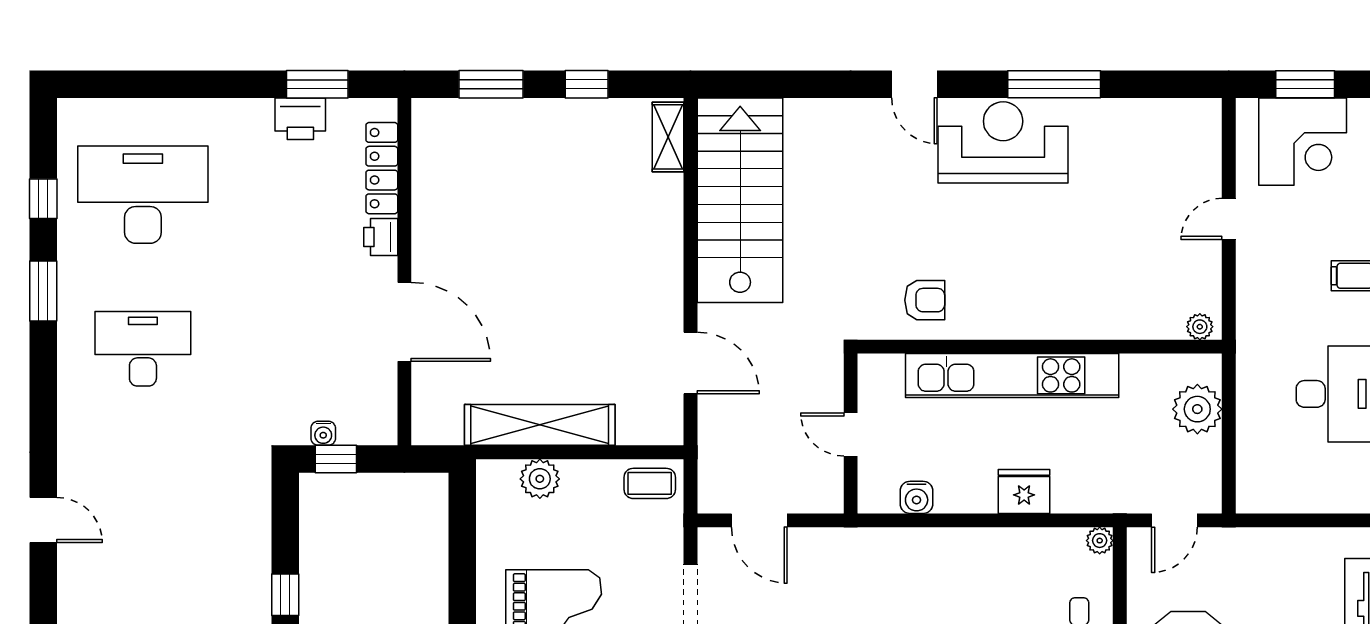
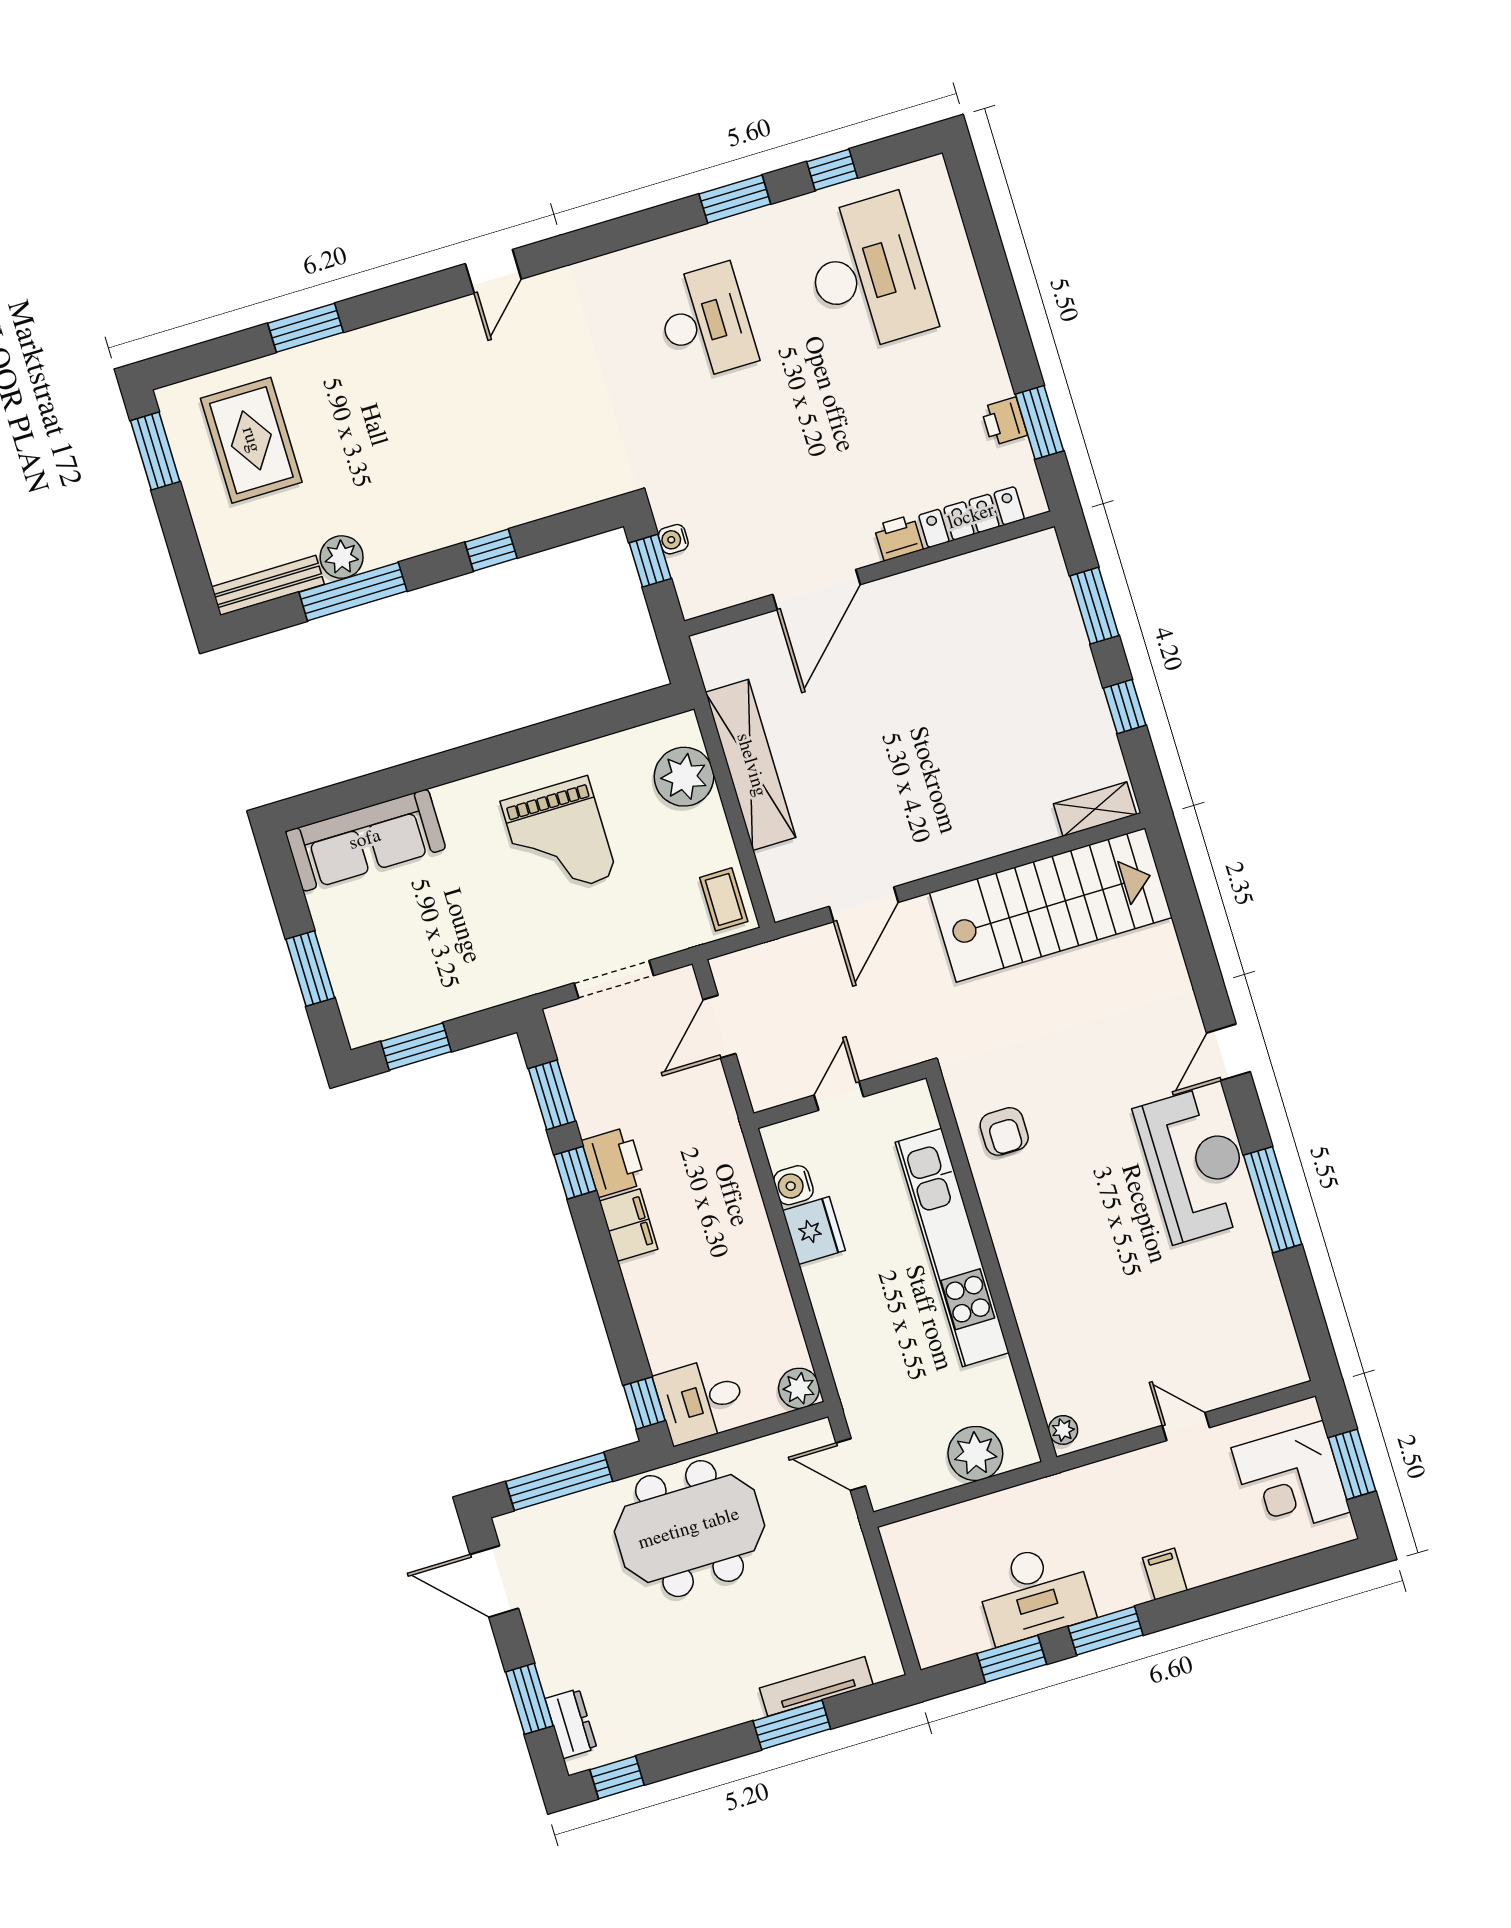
printer: (300, 119) -> (1004, 421), width x0.73, depth x0.81
plant: (540, 479) -> (684, 777), width x1.36, depth x1.36
fridge: (1024, 491) -> (814, 1230), moved
plant: (1100, 541) -> (799, 1388), width x1.38, depth x1.38

